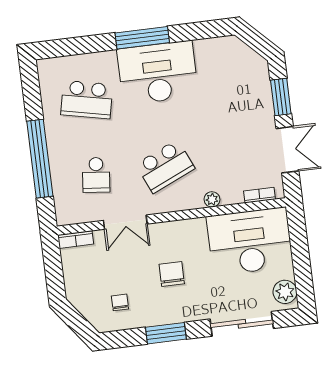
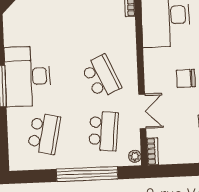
school desk: (96, 175) -> (103, 131), width x1.85
plant: (212, 199) -> (135, 156), moved

